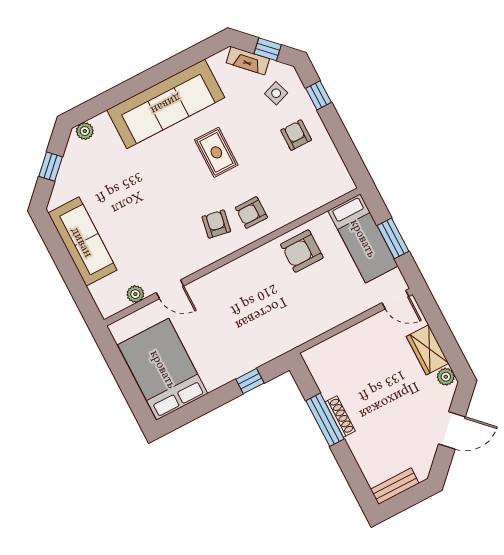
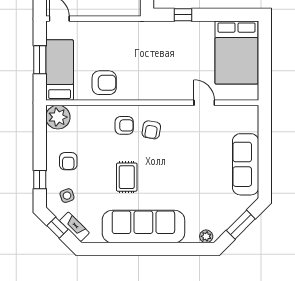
window: (51, 167) -> (241, 225), width x1.50
plant: (135, 294) -> (58, 117), moved, width x1.87, depth x1.87

